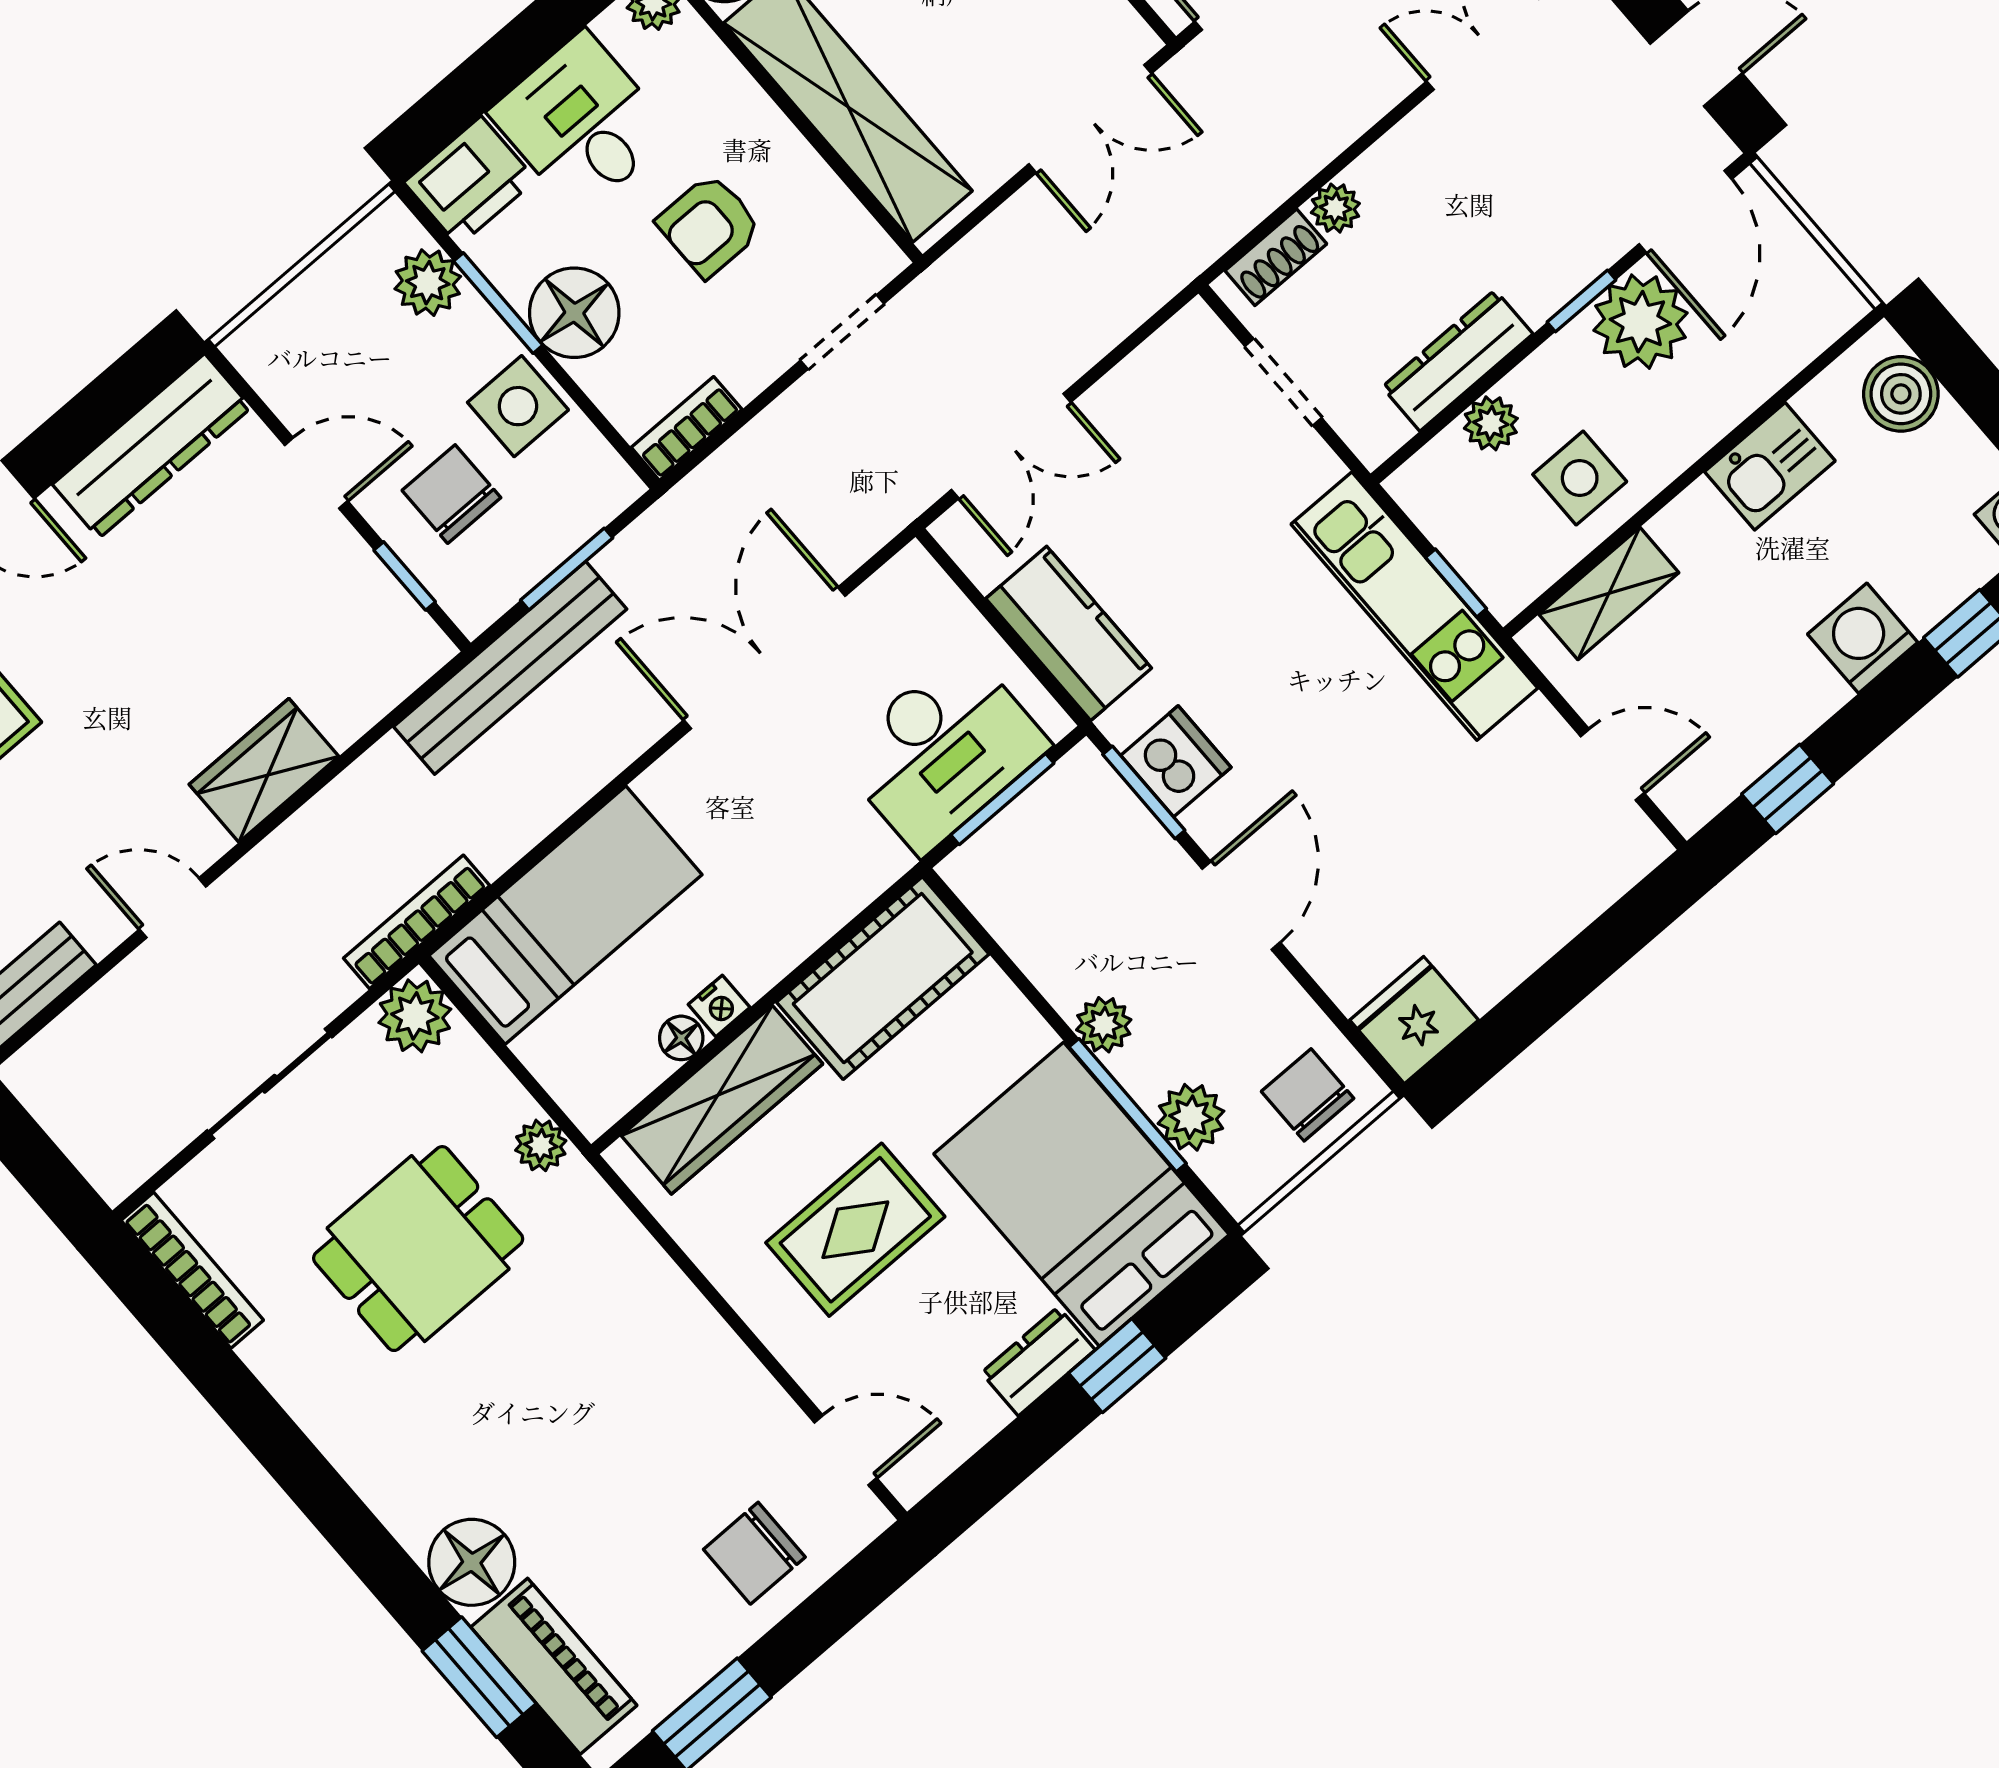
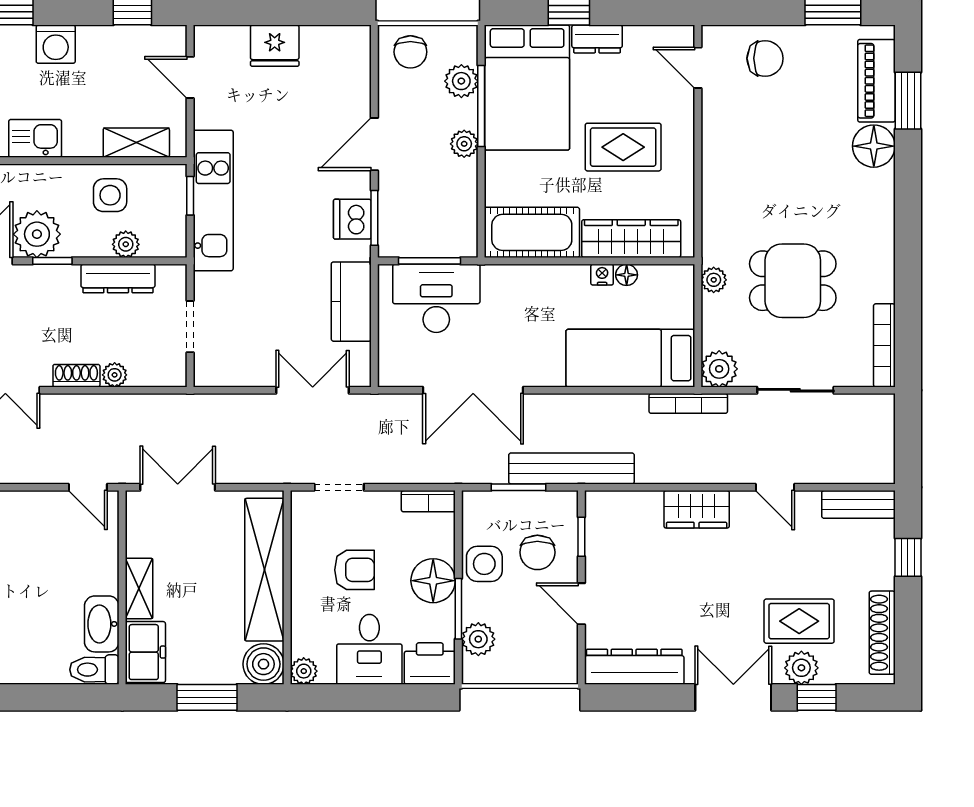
shoe rack: (1276, 257) -> (76, 376), moved
fridge: (1414, 1020) -> (275, 46), moved

